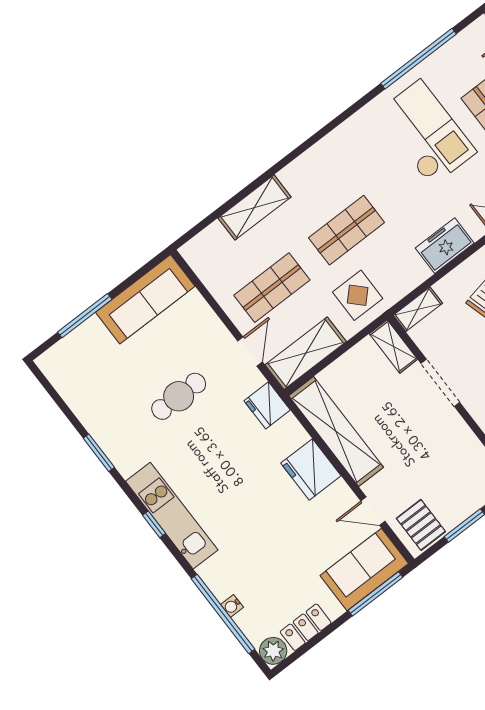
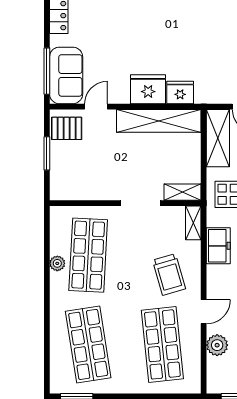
freezer: (445, 246) -> (218, 246), moved
fridge: (267, 405) -> (180, 92), moved

